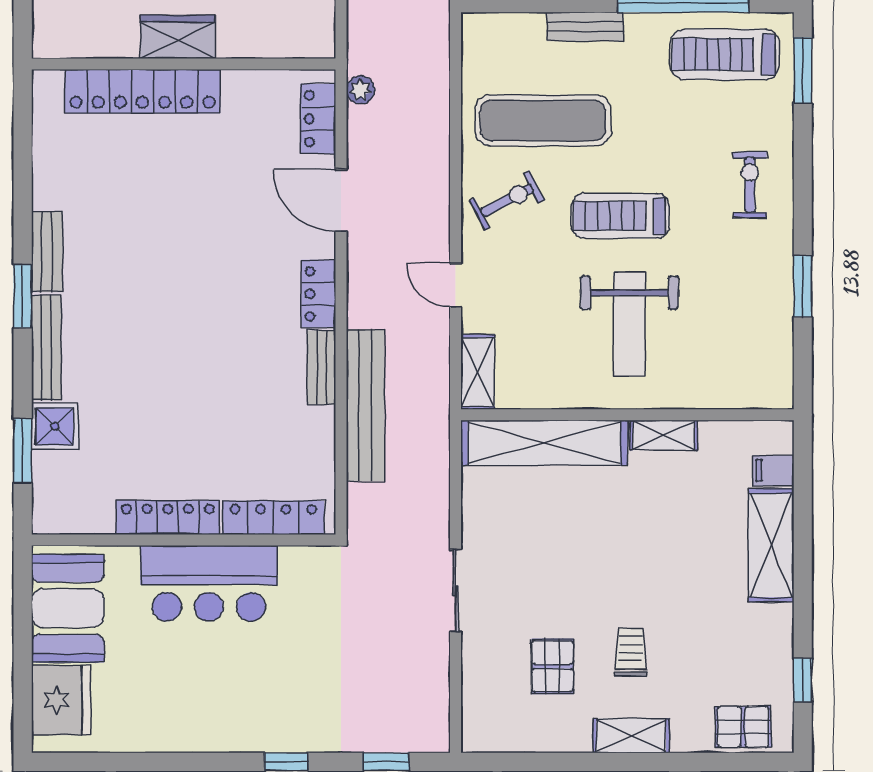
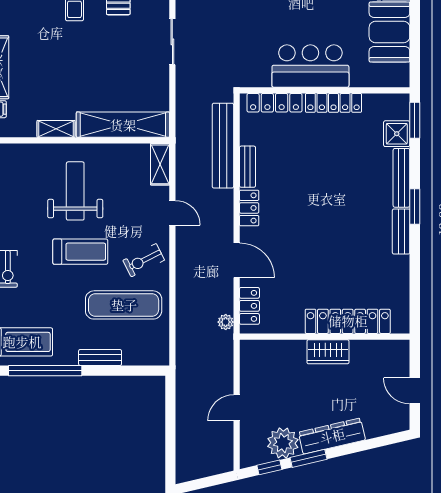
locker: (168, 517) -> (334, 103), moved
locker: (273, 518) -> (274, 103), moved
wall: (184, 540) -> (325, 90), moved
bar counter: (209, 583) -> (310, 66), moved

